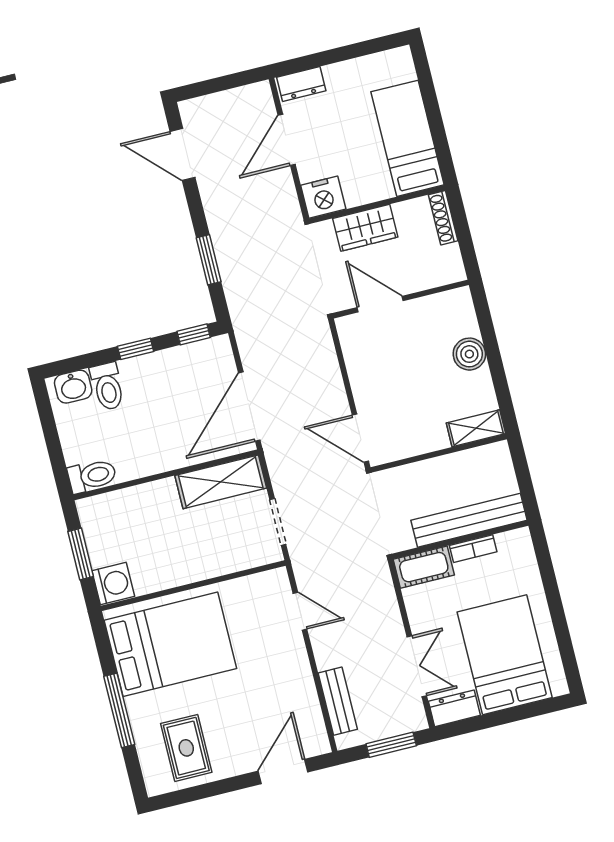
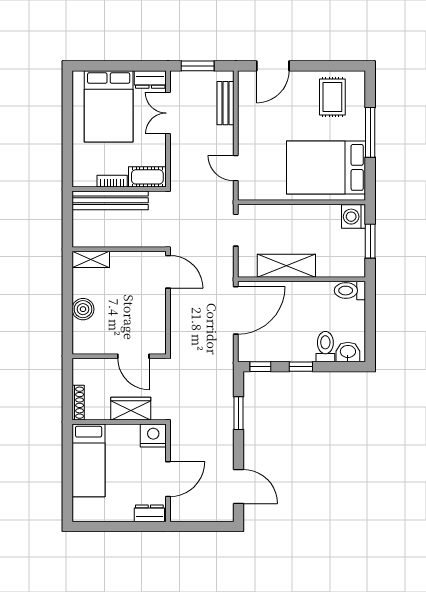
shelving: (221, 482) -> (286, 266), moved

